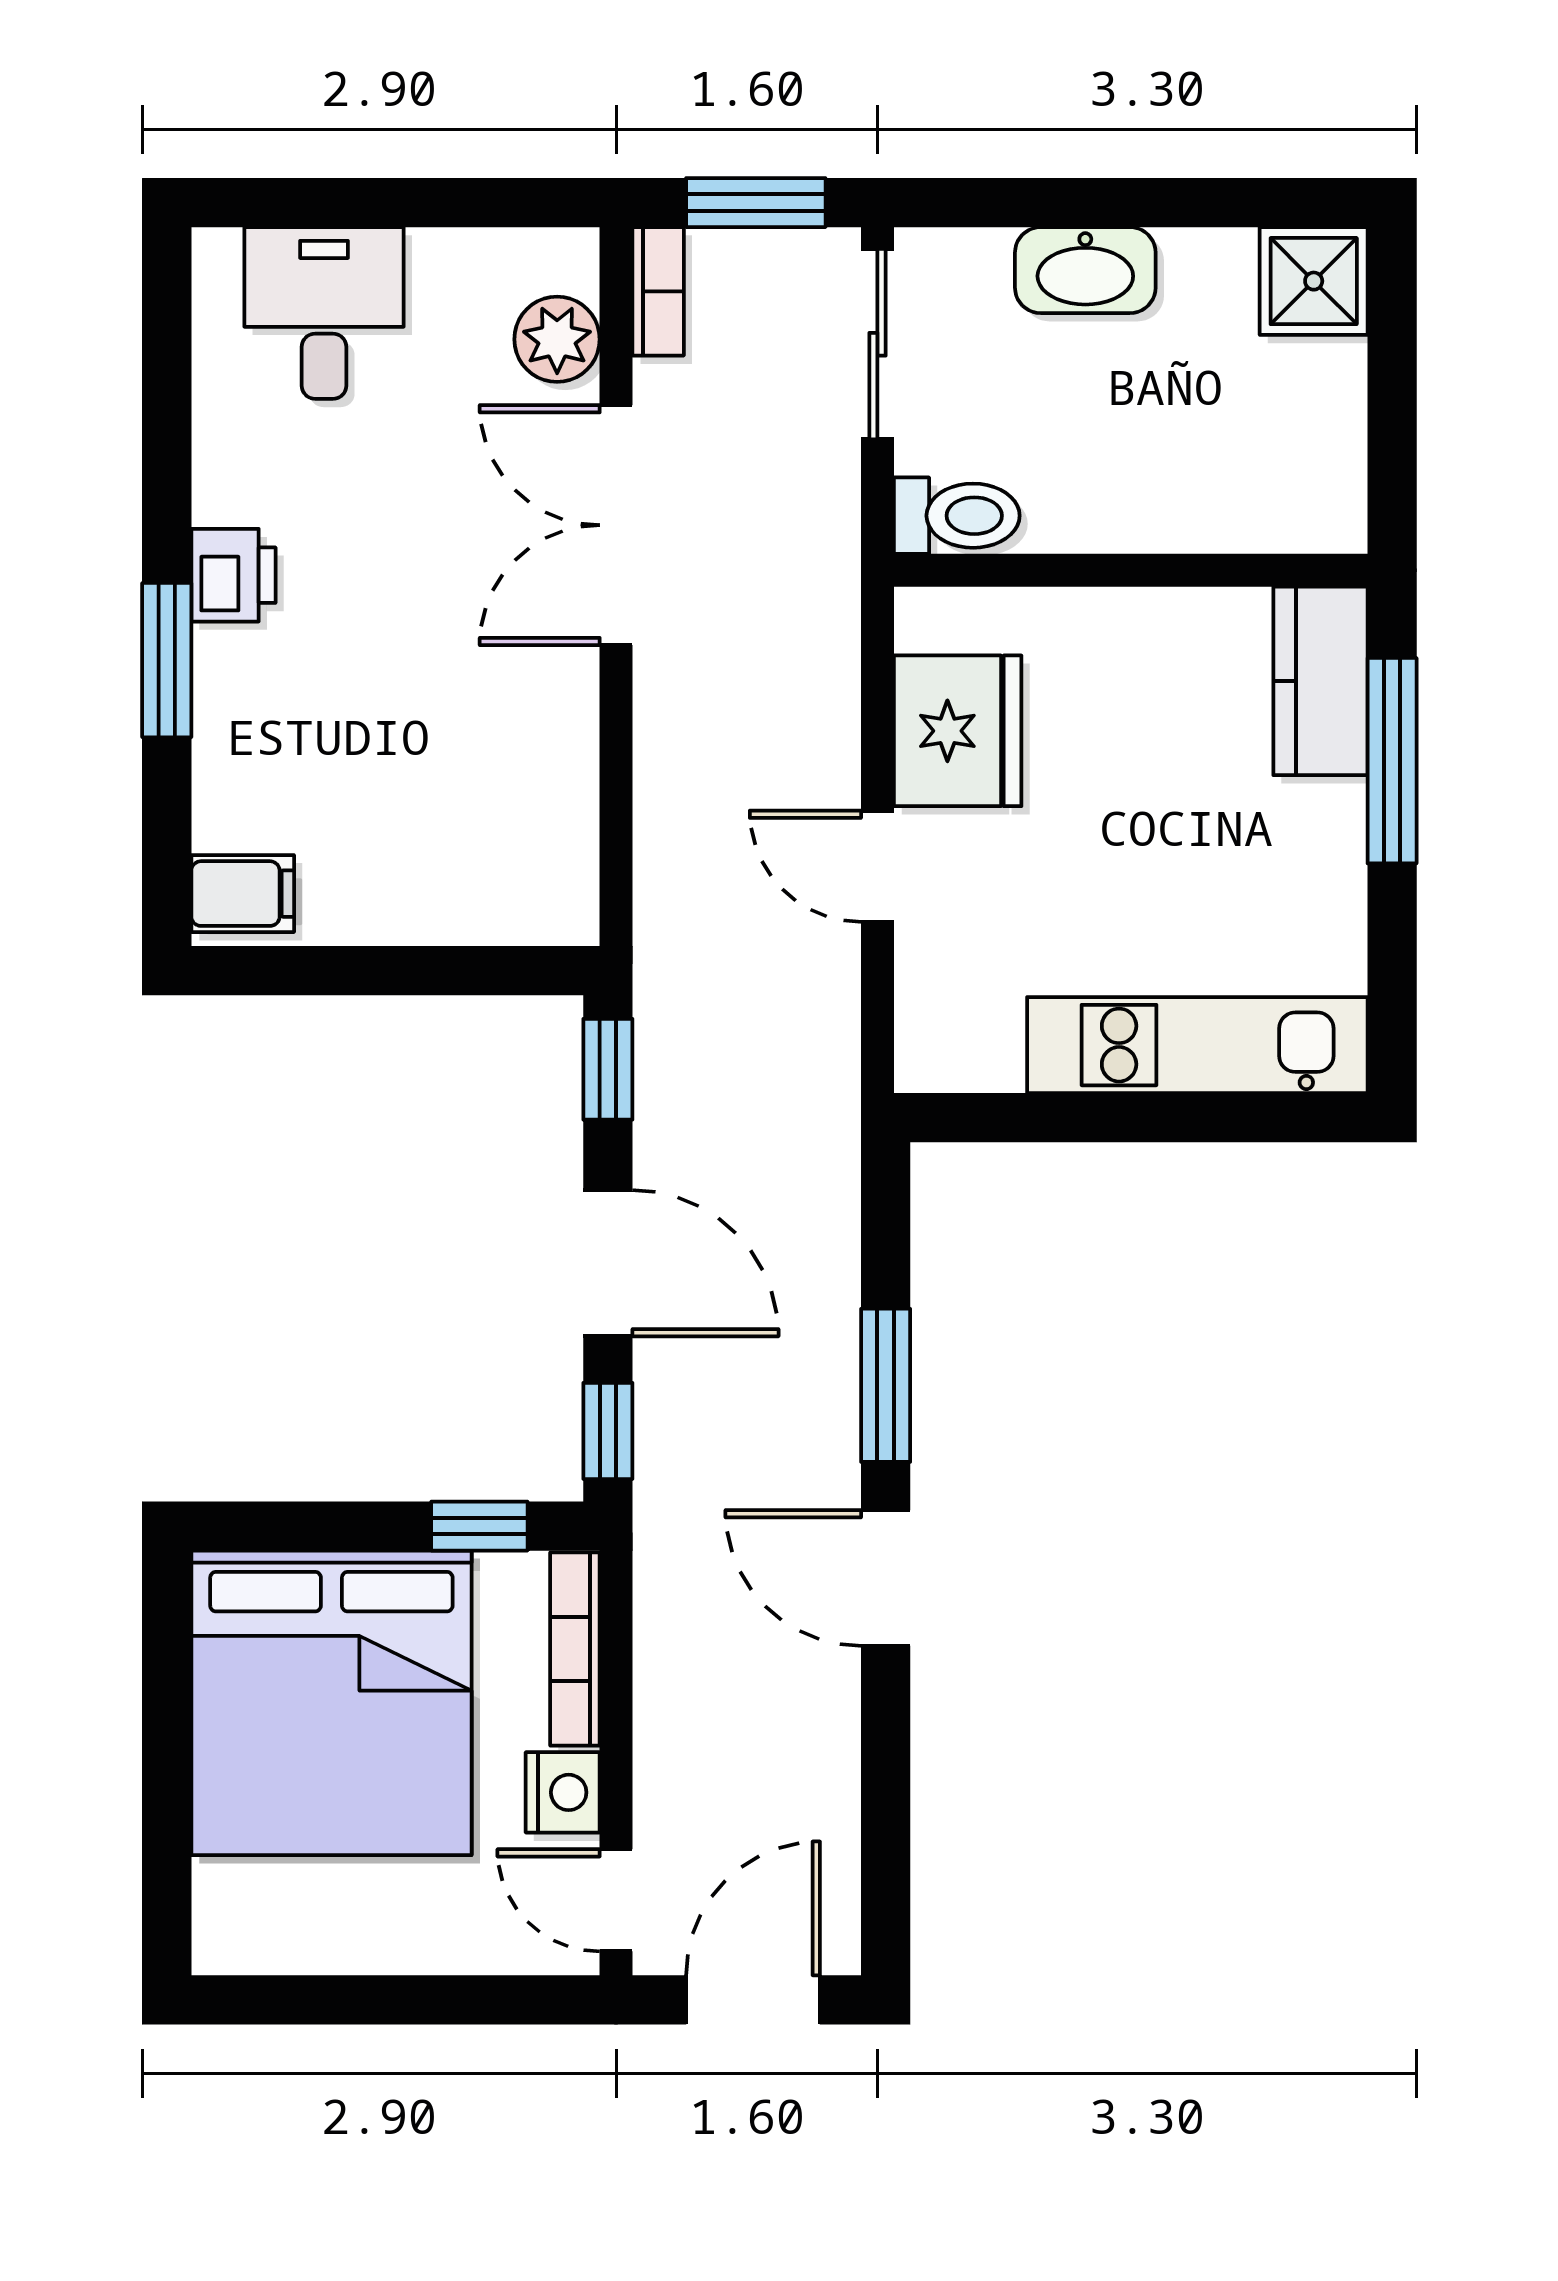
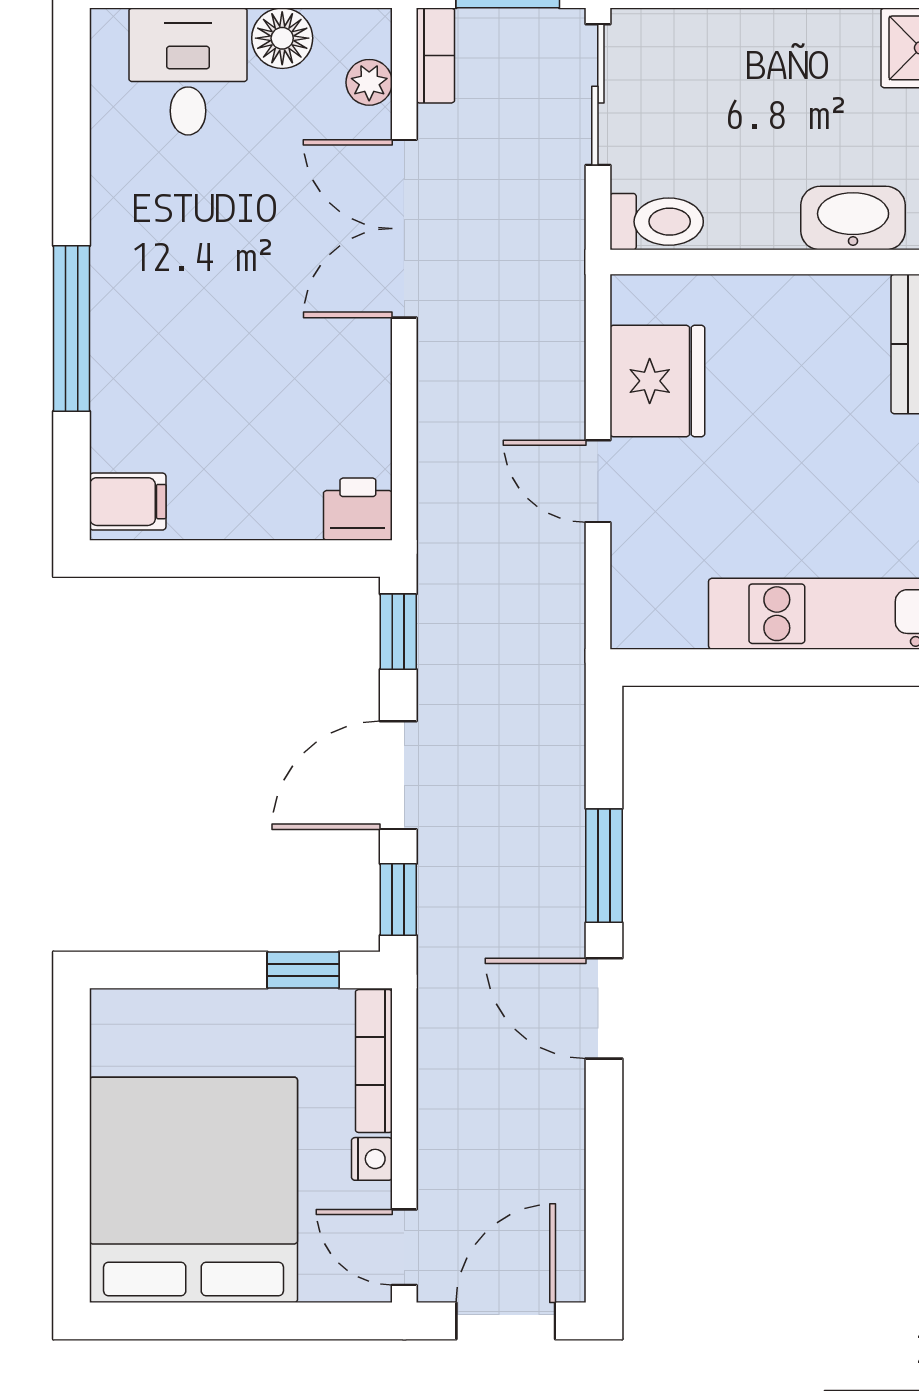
floor lamp: (451, 268) -> (282, 38), added
washbasin: (1085, 270) -> (853, 218), moved, turned 180
plant: (557, 339) -> (369, 82), width x0.73, depth x0.73
printer: (233, 575) -> (358, 509), moved, turned -90
window: (167, 660) -> (72, 329), width x1.44
door: (608, 1263) -> (398, 775), swing flipped
bed: (331, 1703) -> (193, 1190), moved, turned 180
nightstand: (563, 1792) -> (372, 1159), width x0.72, depth x0.74

